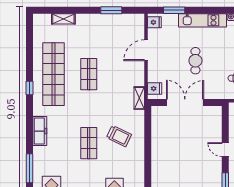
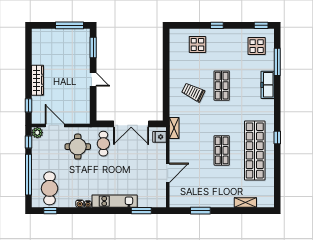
fridge: (154, 22) -> (160, 199), removed
cafe table: (195, 61) -> (103, 144), moved
freezer: (40, 131) -> (268, 85), moved

